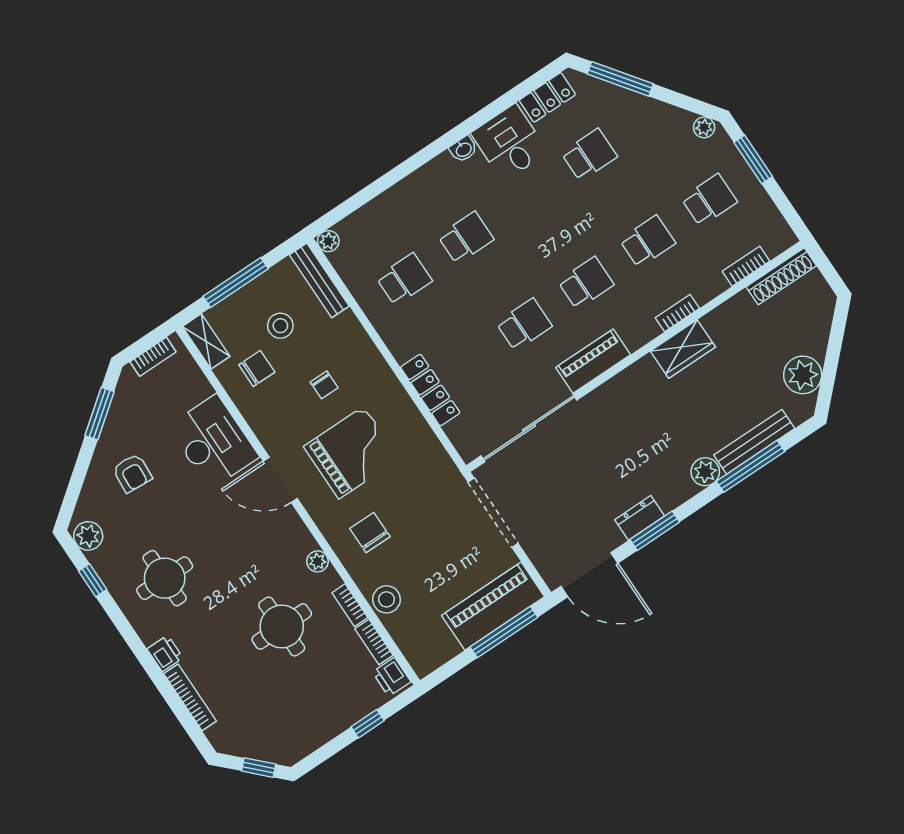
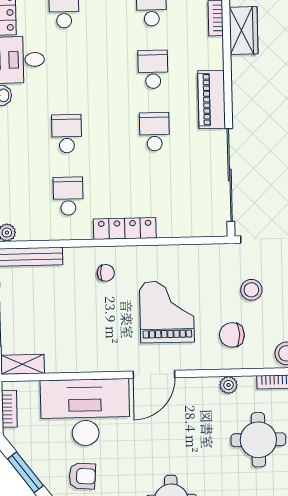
stool: (280, 326) -> (251, 290), moved
chair: (257, 368) -> (65, 341), removed
chair: (324, 385) -> (106, 273), moved
locker: (430, 390) -> (125, 228), moved
desk: (213, 442) -> (85, 412), width x1.36, depth x1.30

